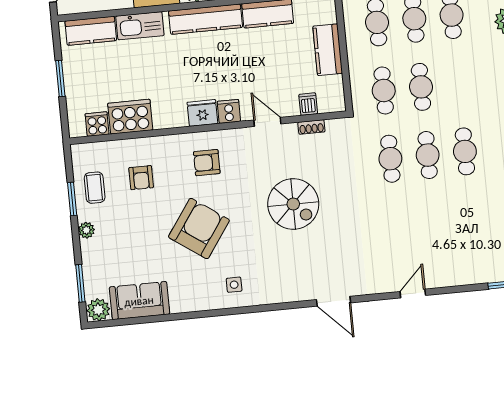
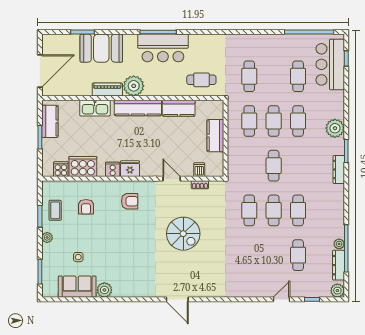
kitchen counter: (91, 31) -> (50, 121), moved, turned -90
cafe table: (384, 91) -> (298, 255), moved
cooker: (229, 111) -> (113, 169), moved
armchair: (207, 163) -> (130, 201), turned 180
armchair: (199, 229) -> (120, 244), removed
side table: (234, 285) -> (78, 257), moved
door: (413, 293) -> (281, 299), moved
door: (334, 301) -> (177, 299), moved
plant: (98, 310) -> (104, 290), moved

